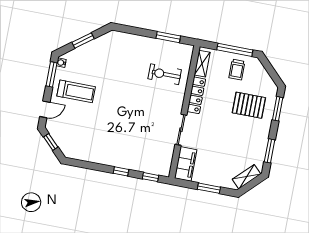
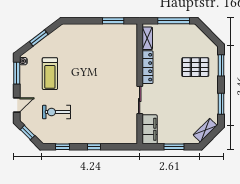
trolley: (237, 70) -> (179, 38), removed
exercise bike: (165, 74) -> (56, 112), moved
treadmill: (76, 91) -> (50, 74), moved, turned 90
window: (151, 177) -> (63, 147), moved

